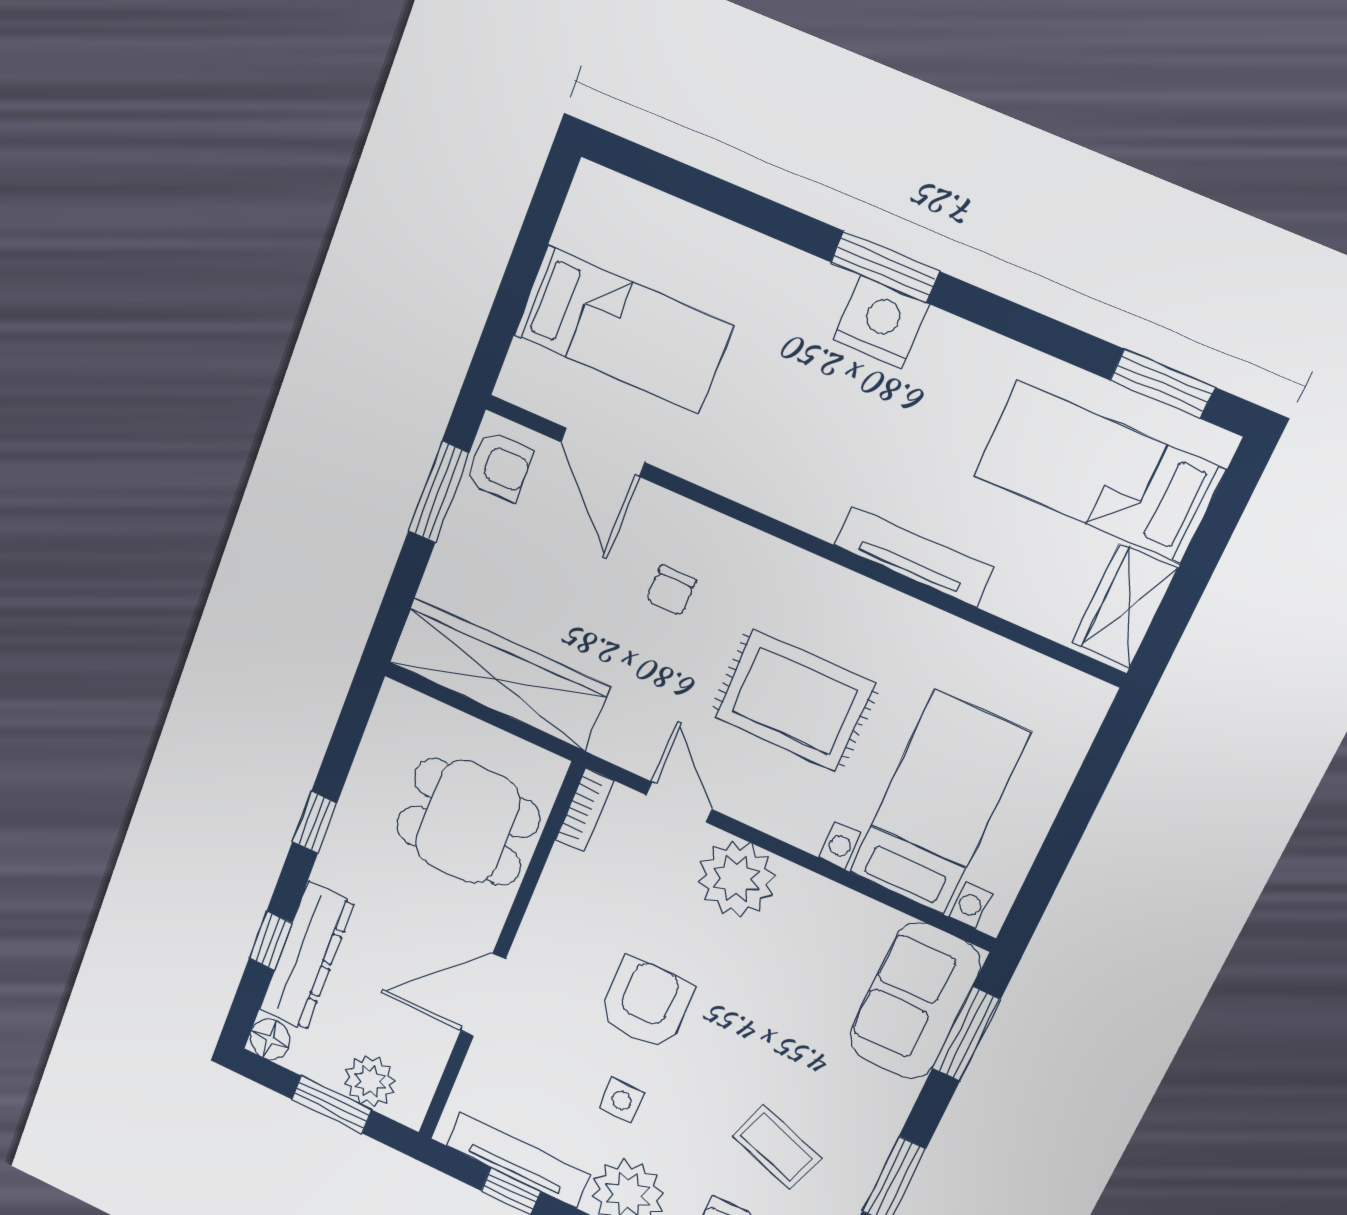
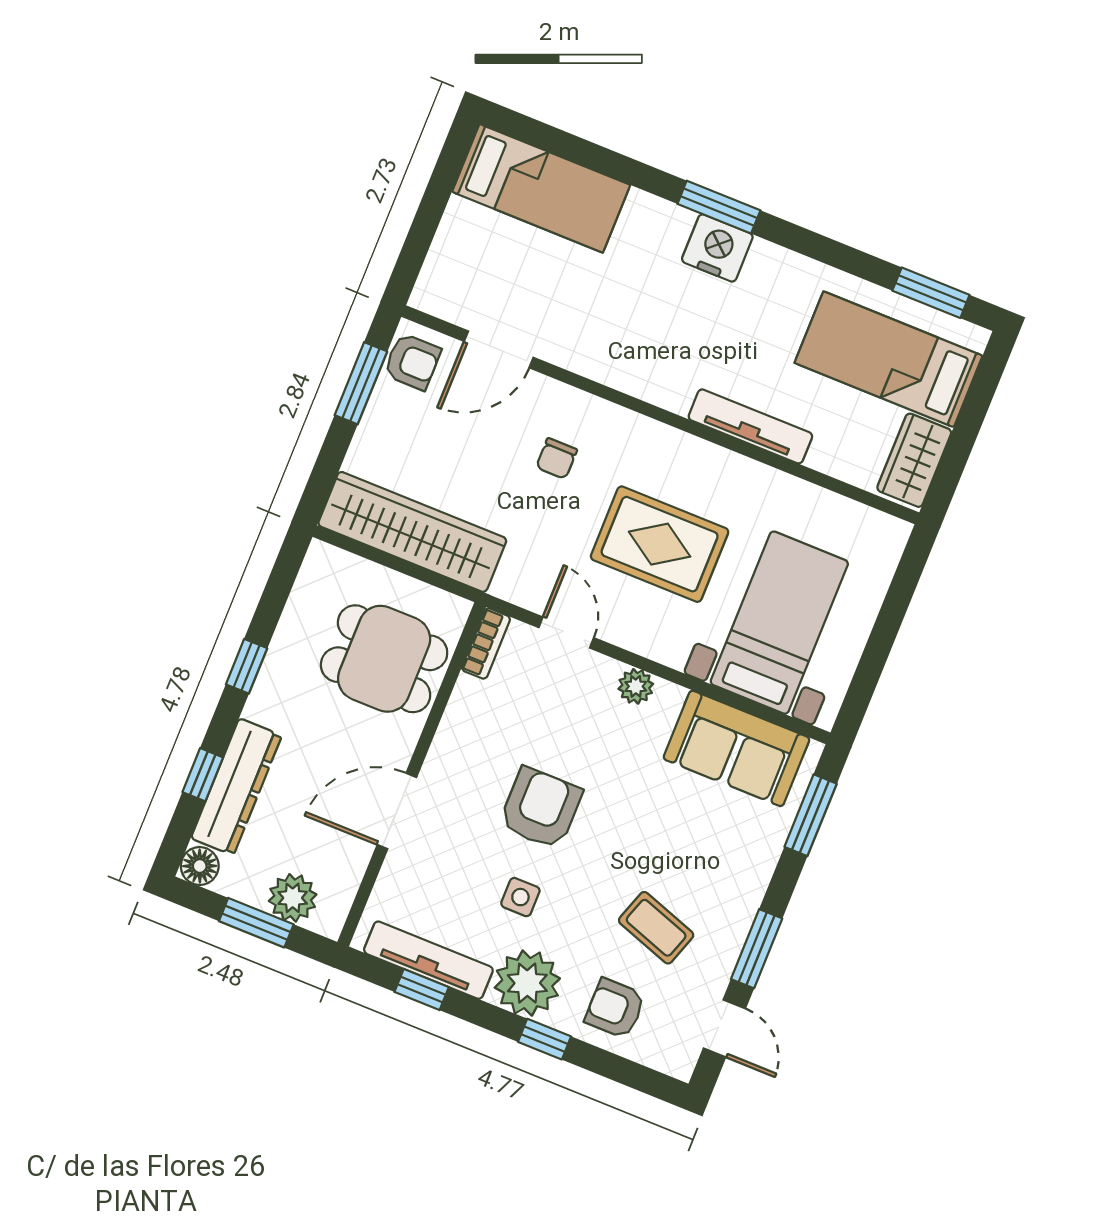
bed: (623, 330) -> (541, 188), moved
door: (603, 452) -> (499, 349), hinge flipped
plant: (736, 879) -> (636, 686), width x0.53, depth x0.53
sofa: (914, 1001) -> (736, 748), moved, turned -90

